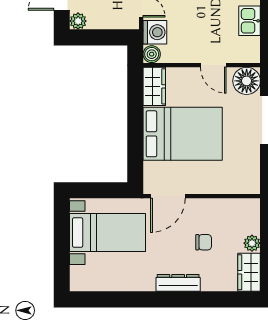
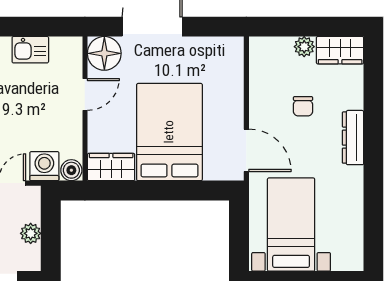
plant: (78, 21) -> (31, 233), moved
chair: (204, 242) -> (303, 106), turned 180

